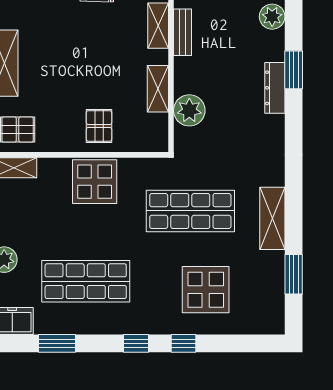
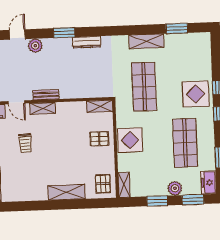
dresser: (275, 88) -> (87, 42), moved
shelving: (158, 89) -> (100, 106), moved
plant: (189, 110) -> (89, 89), removed
display table: (206, 290) -> (196, 94), moved

